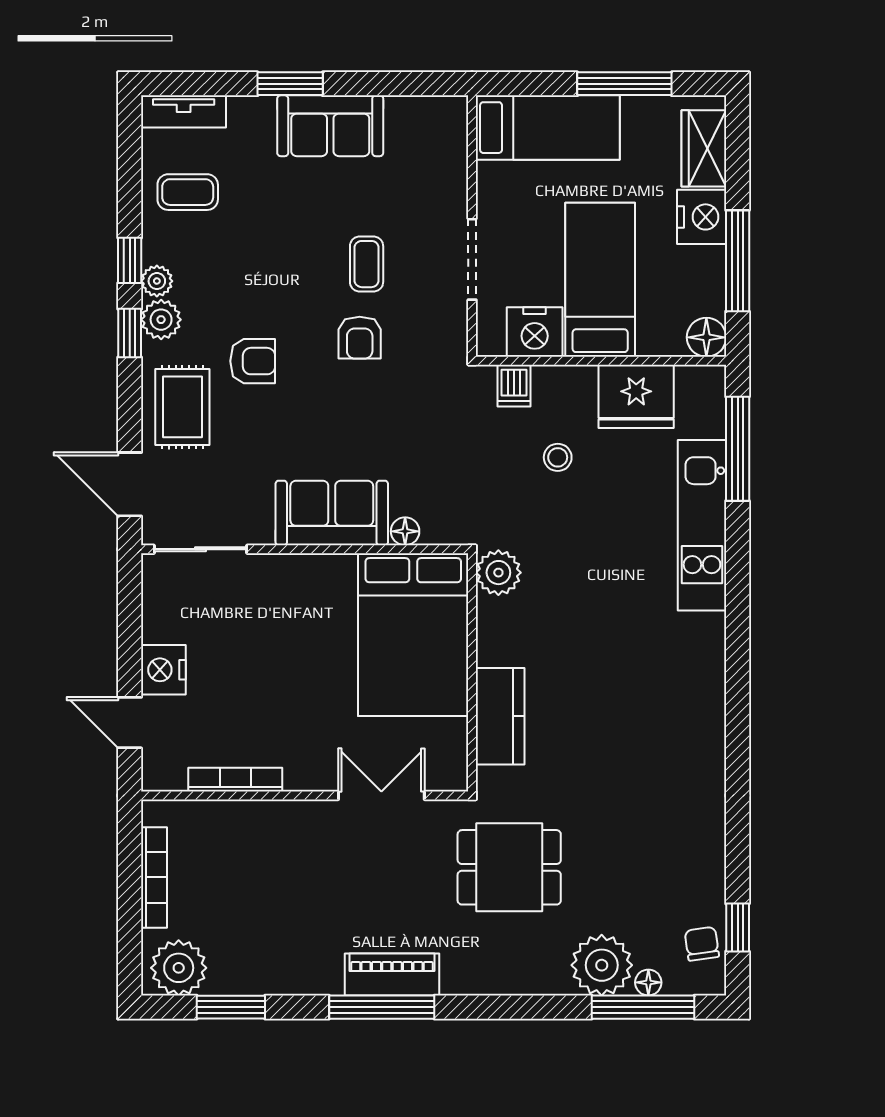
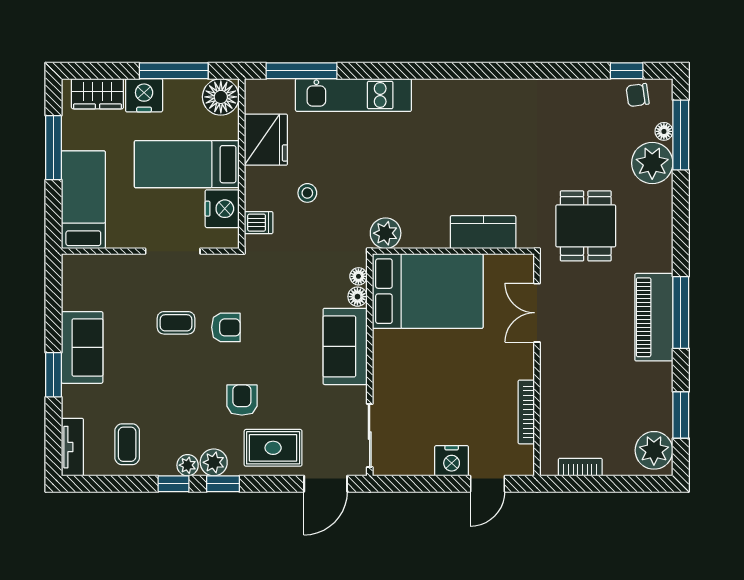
floor lamp: (706, 337) -> (221, 97), width x1.38, depth x1.38
floor lamp: (435, 533) -> (358, 276), added
bookcase: (154, 877) -> (580, 467), width x0.64
piano: (392, 974) -> (654, 317), width x1.37, depth x1.33

